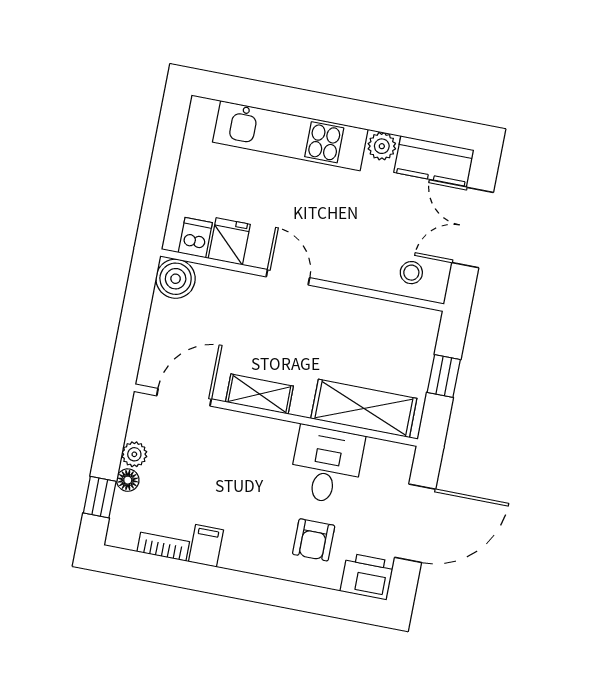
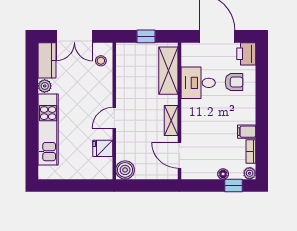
dishwasher: (195, 238) -> (104, 164), removed
plant: (134, 454) -> (250, 173), moved

